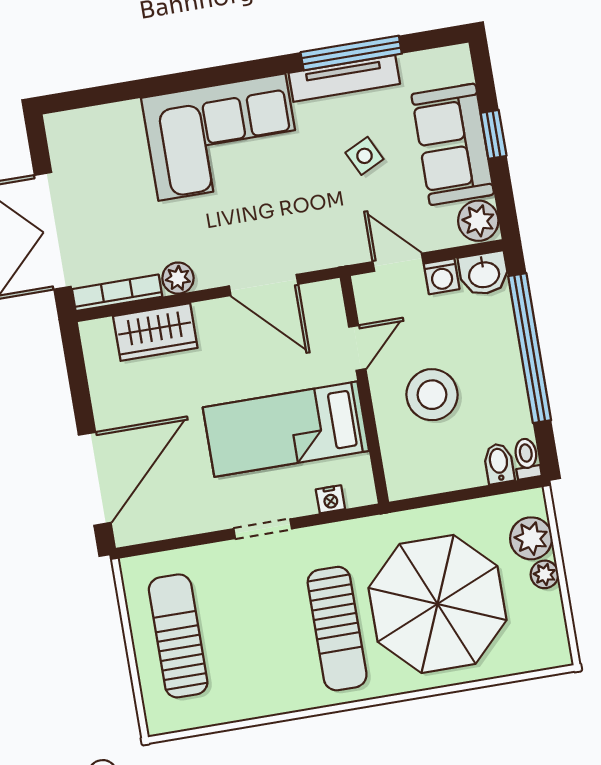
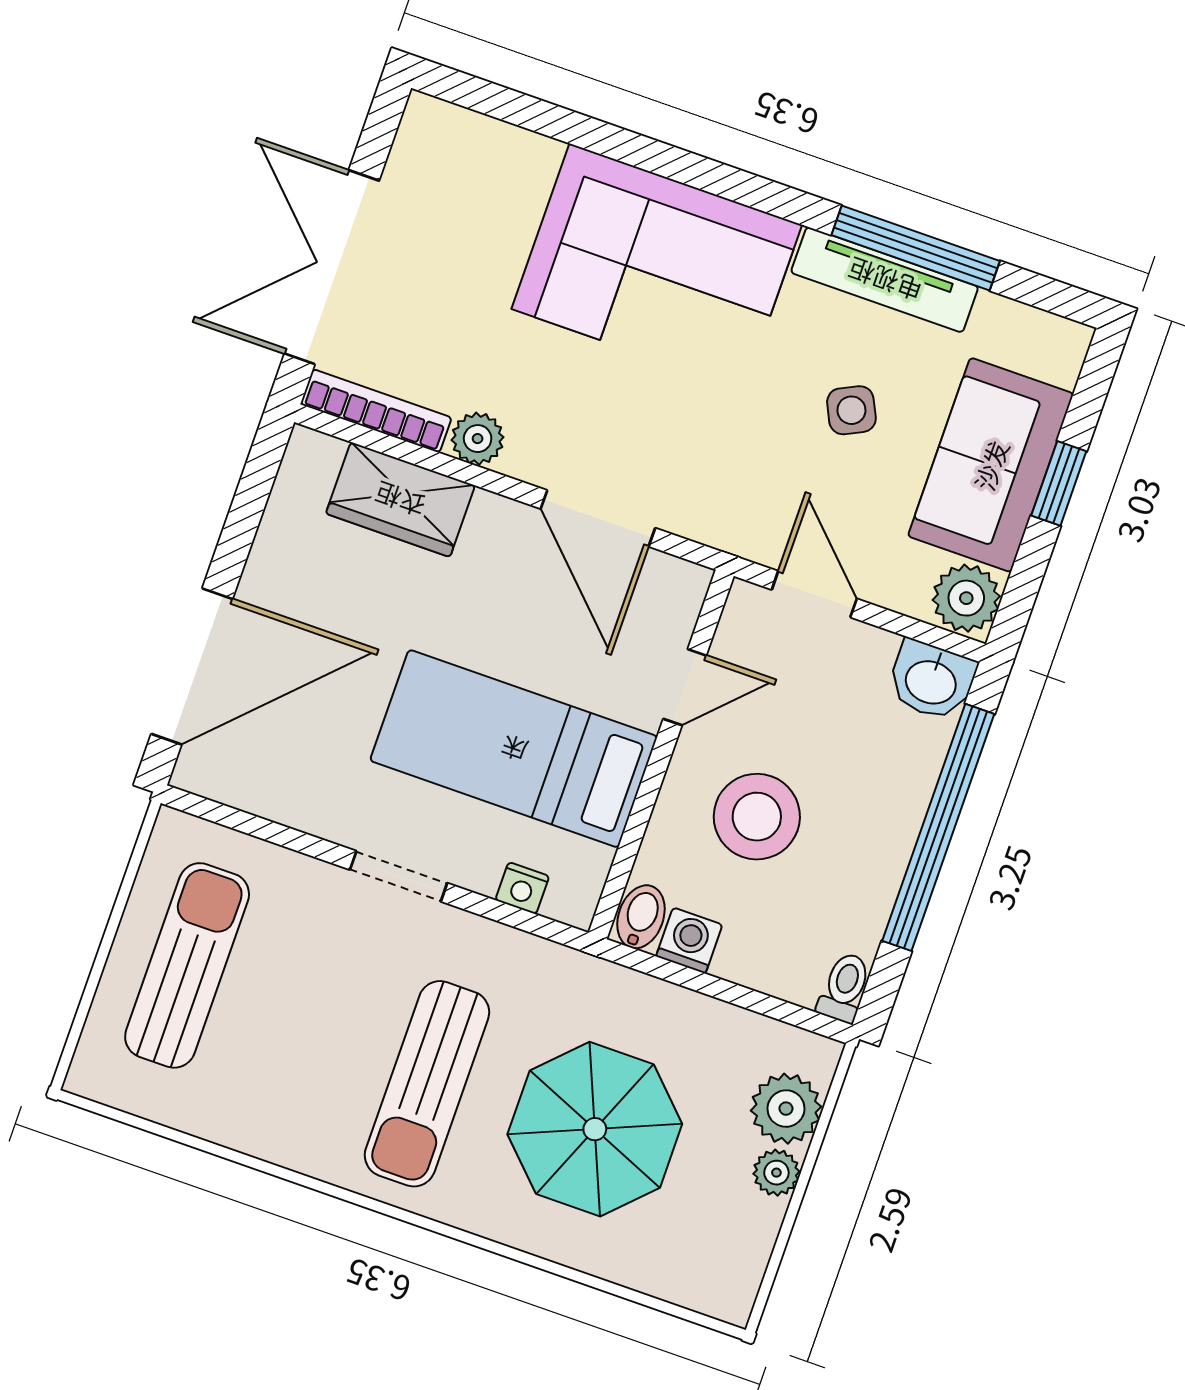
washing machine: (442, 276) -> (689, 940), moved, turned 180
bidet: (499, 463) -> (641, 917), moved
parasol: (437, 604) -> (595, 1129), width x0.73, depth x0.73

